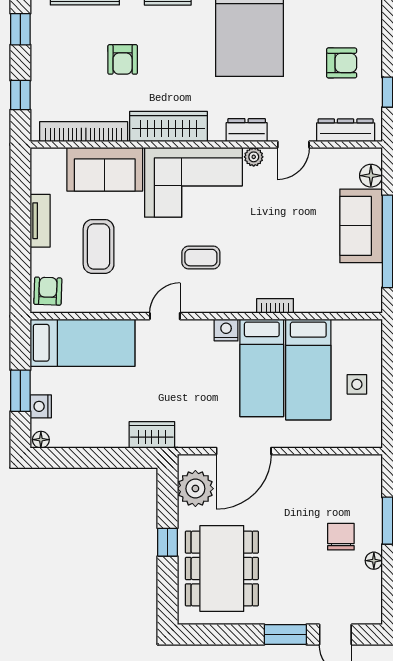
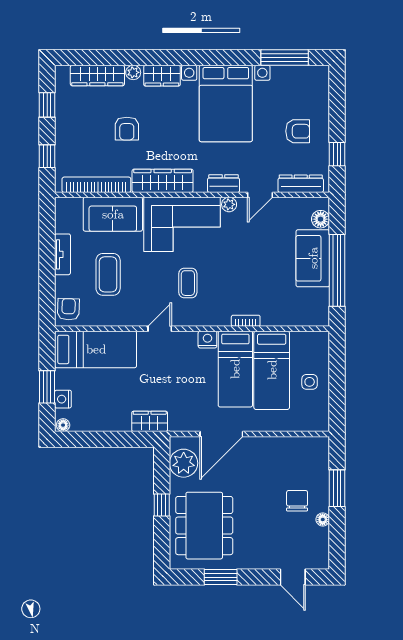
coffee table: (201, 258) -> (188, 283), turned 90
window: (285, 635) -> (221, 577), moved

